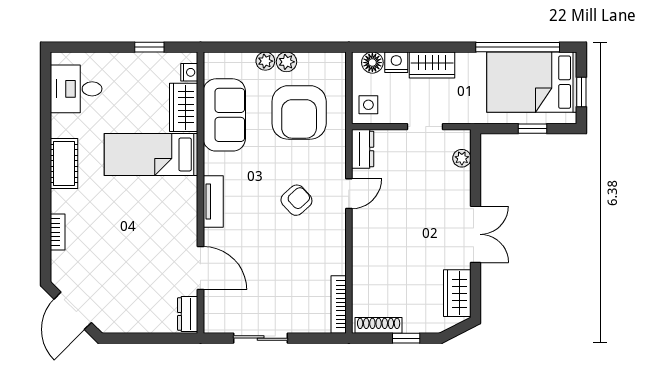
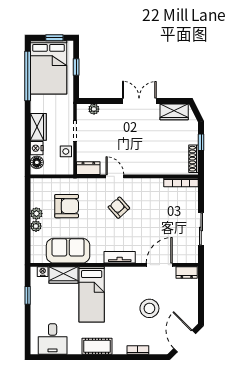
side table: (368, 105) -> (66, 151), moved
armchair: (299, 112) -> (67, 206), width x0.73, depth x0.73
stool: (127, 251) -> (149, 308), added
door: (73, 311) -> (185, 341), swing flipped

